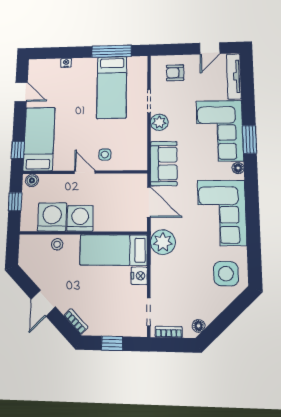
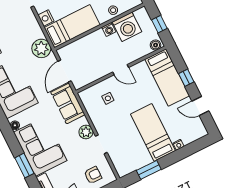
window: (111, 51) -> (149, 170), width x0.69
bed: (112, 87) -> (153, 132), moved
window: (249, 140) -> (24, 166), moved
window: (18, 150) -> (186, 78), moved
side table: (105, 155) -> (108, 98), moved
door: (149, 202) -> (65, 71), hinge flipped
washing machine: (80, 218) -> (109, 29), width x0.53, depth x0.53

